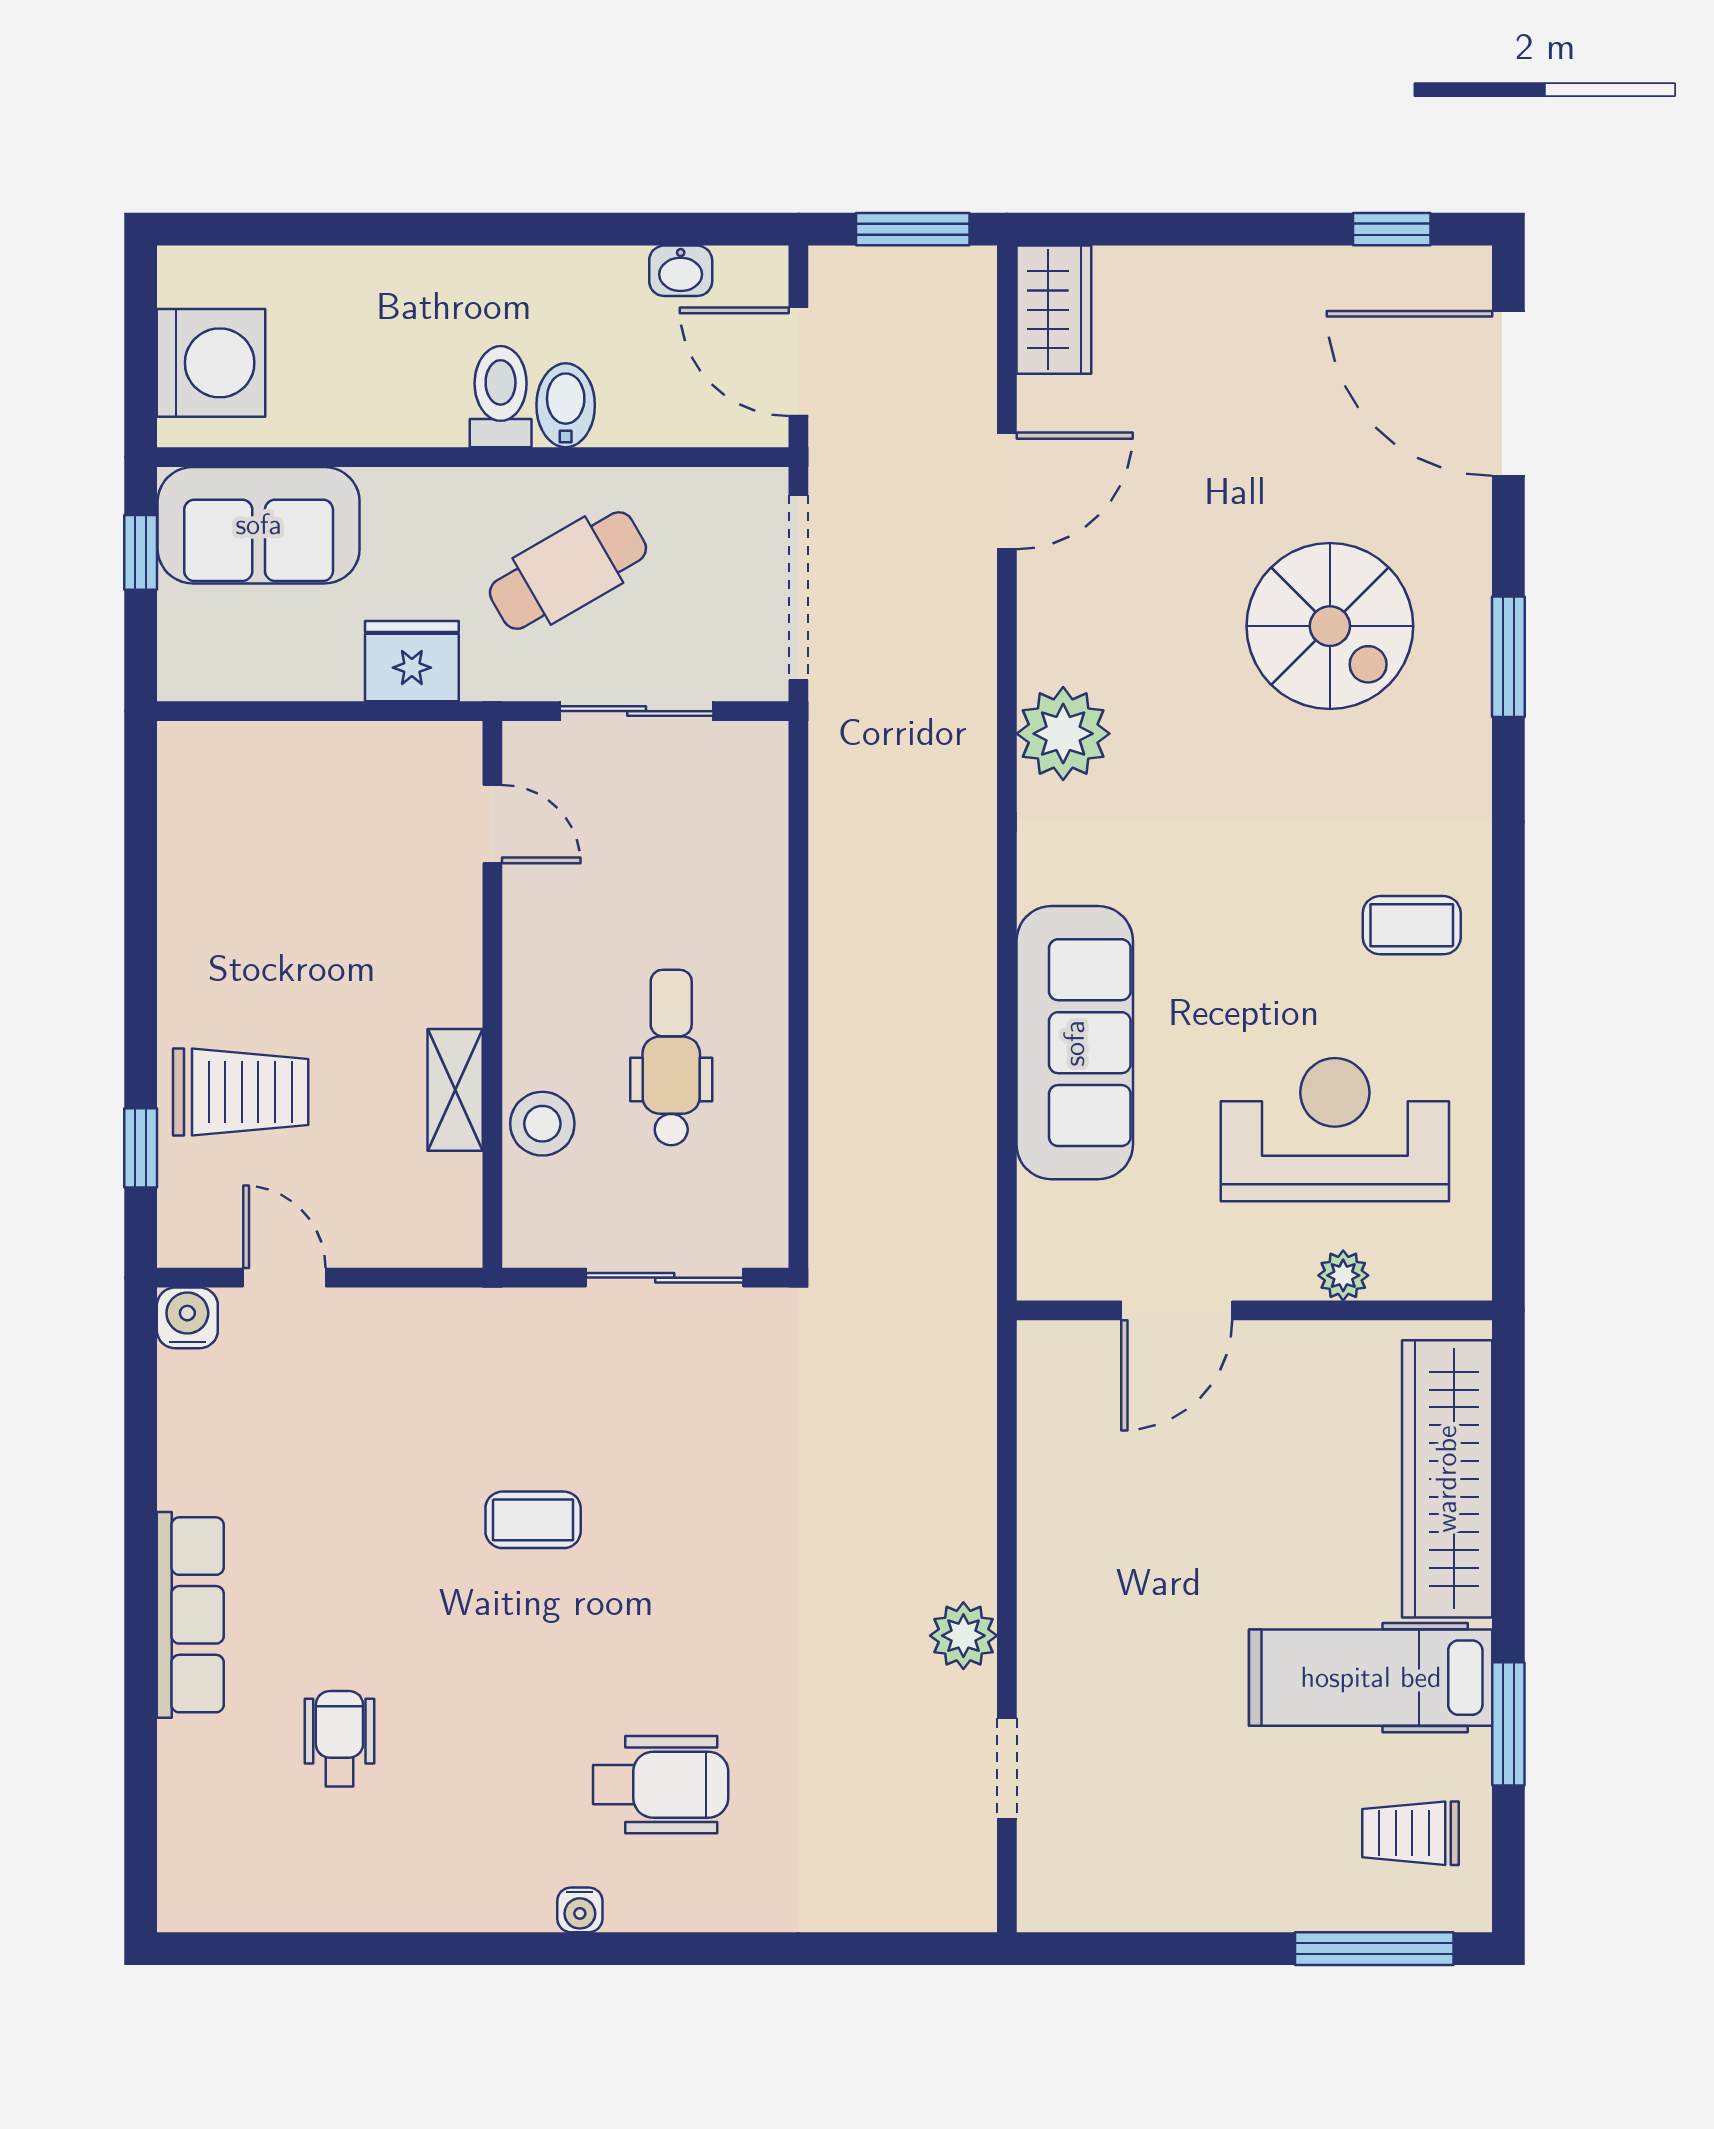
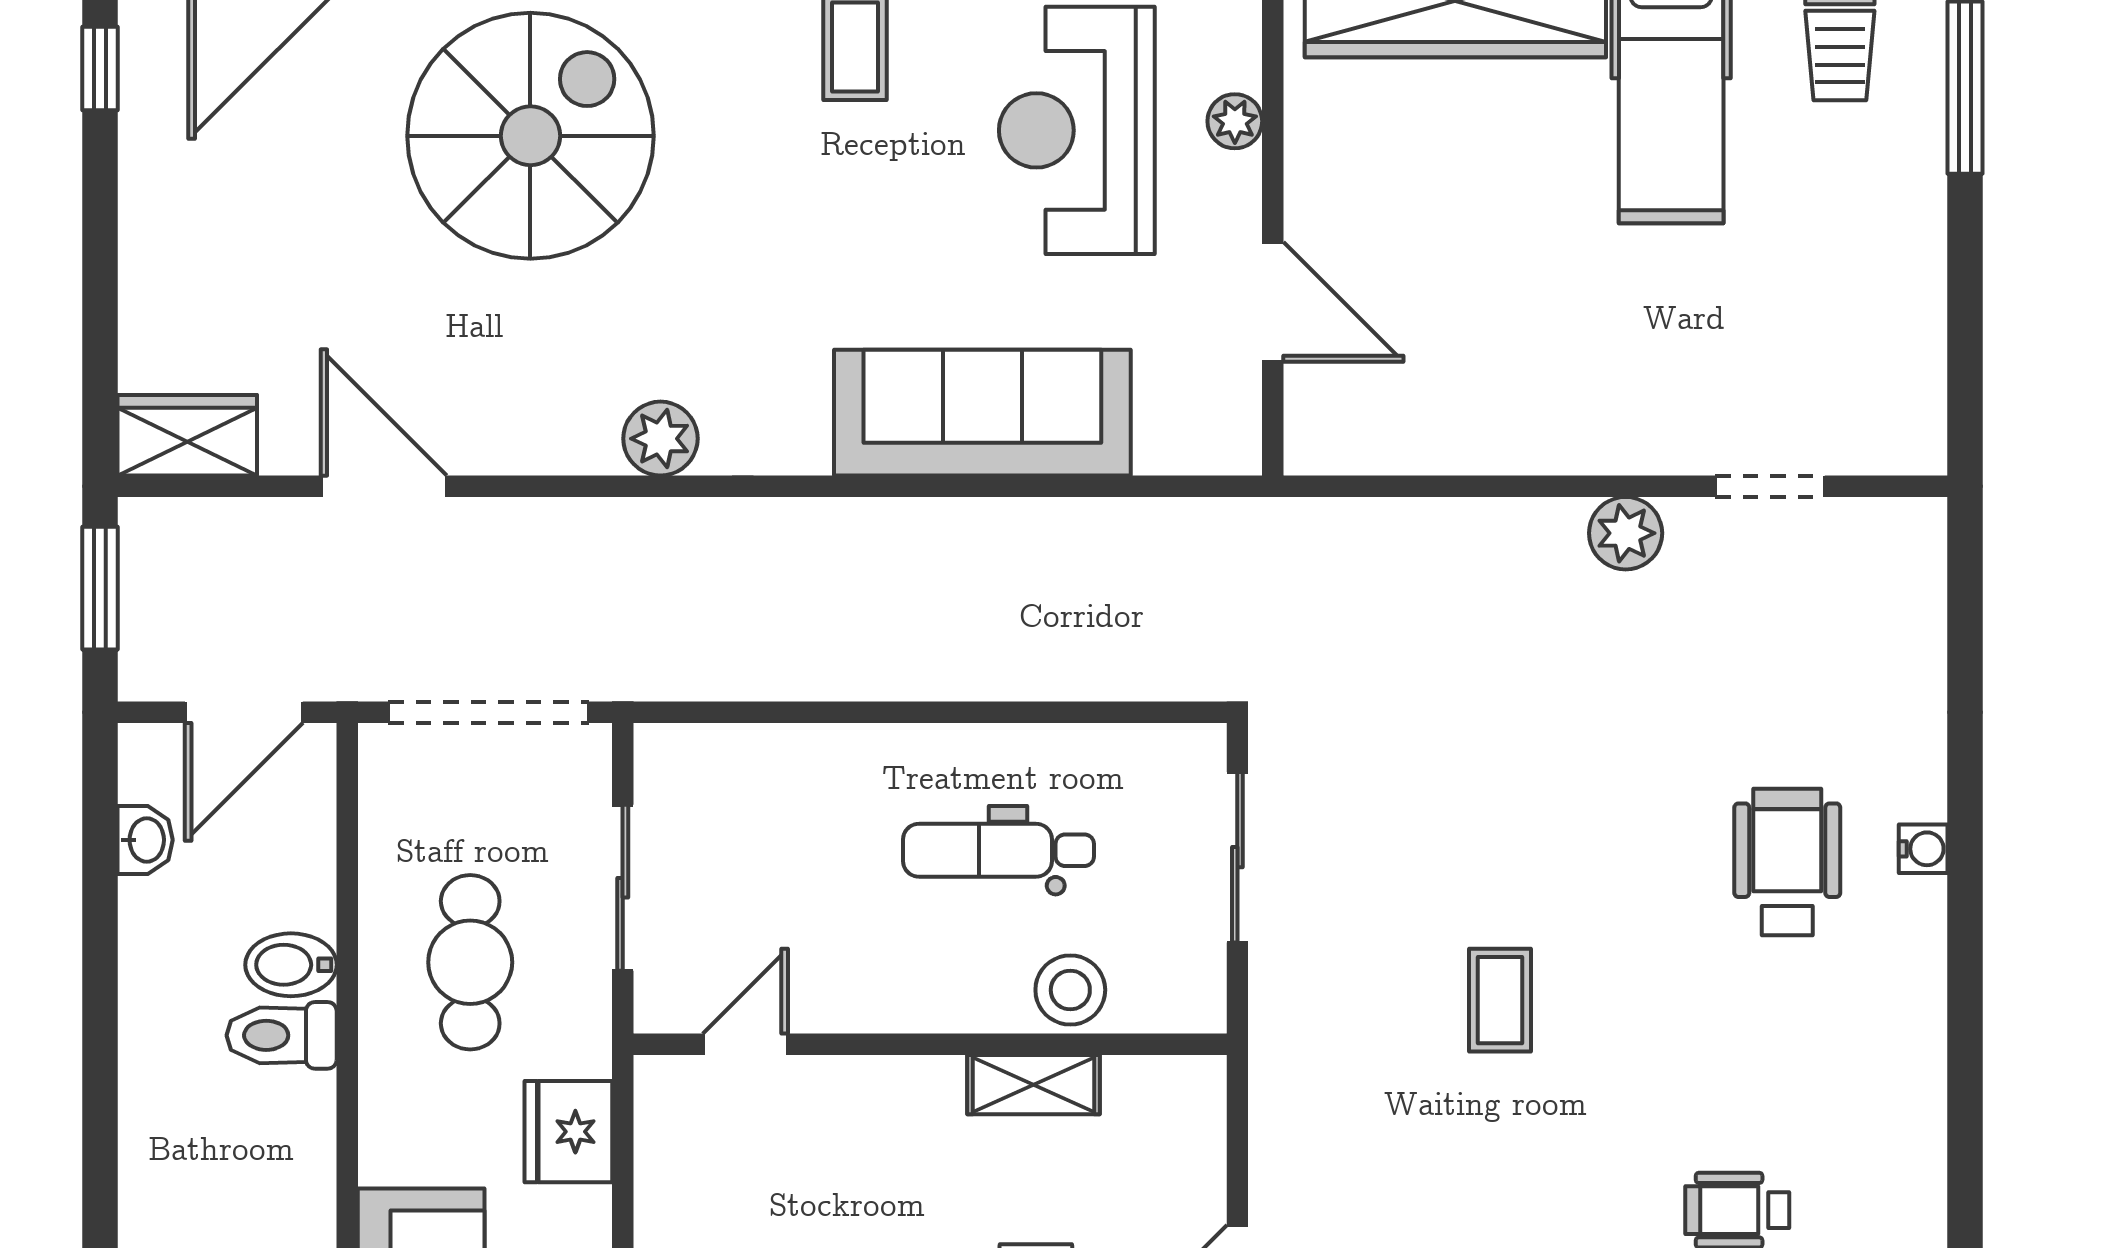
cafe table: (568, 571) -> (470, 962), turned 30
spiral stairs: (1330, 626) -> (530, 136), width x1.37, depth x1.37
plant: (1063, 734) -> (660, 439), width x0.73, depth x0.73
water cooler: (580, 1910) -> (1923, 849), moved

